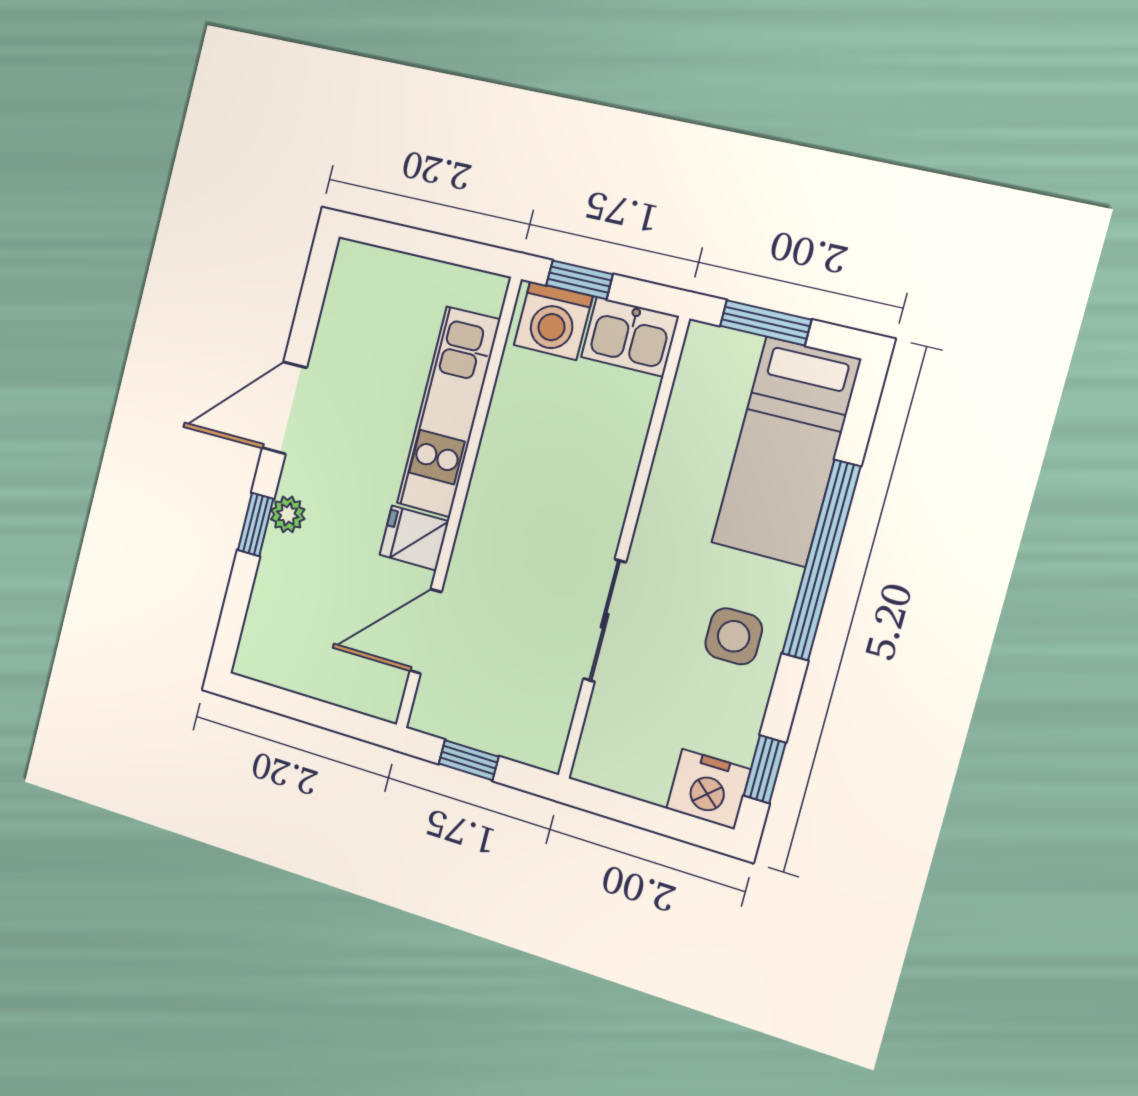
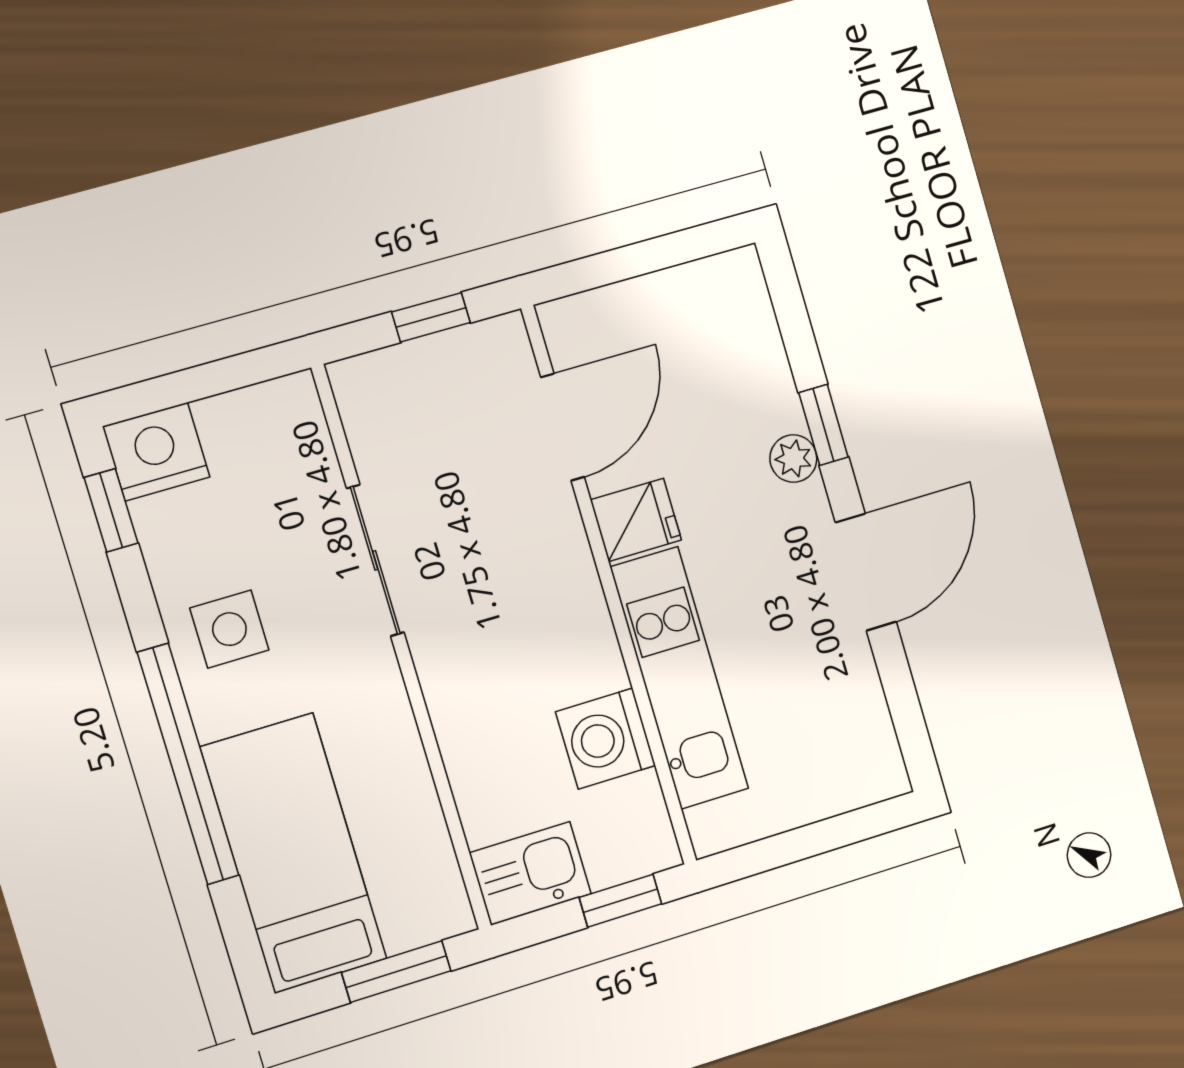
washing machine: (553, 321) -> (606, 739), moved, turned -90

